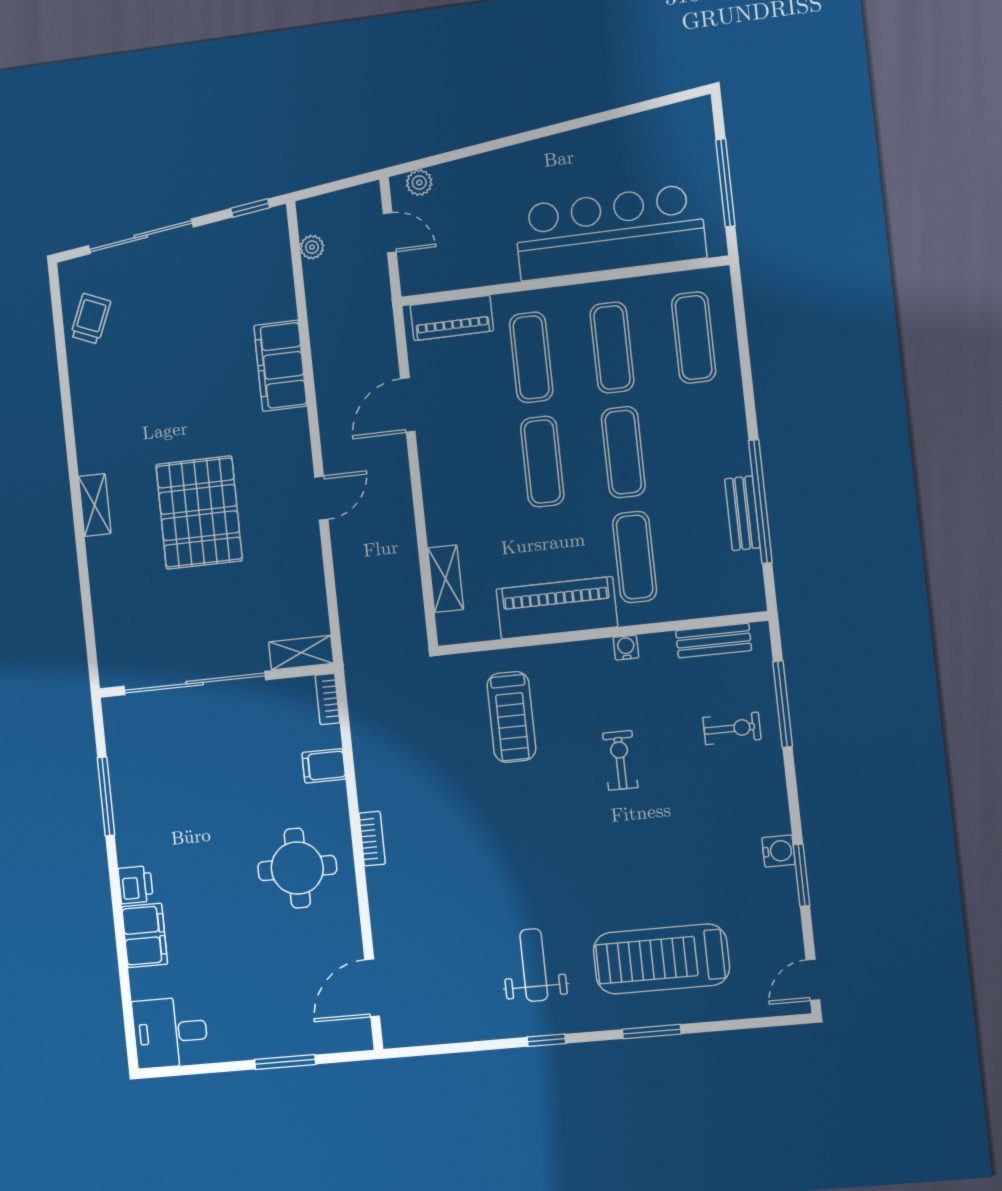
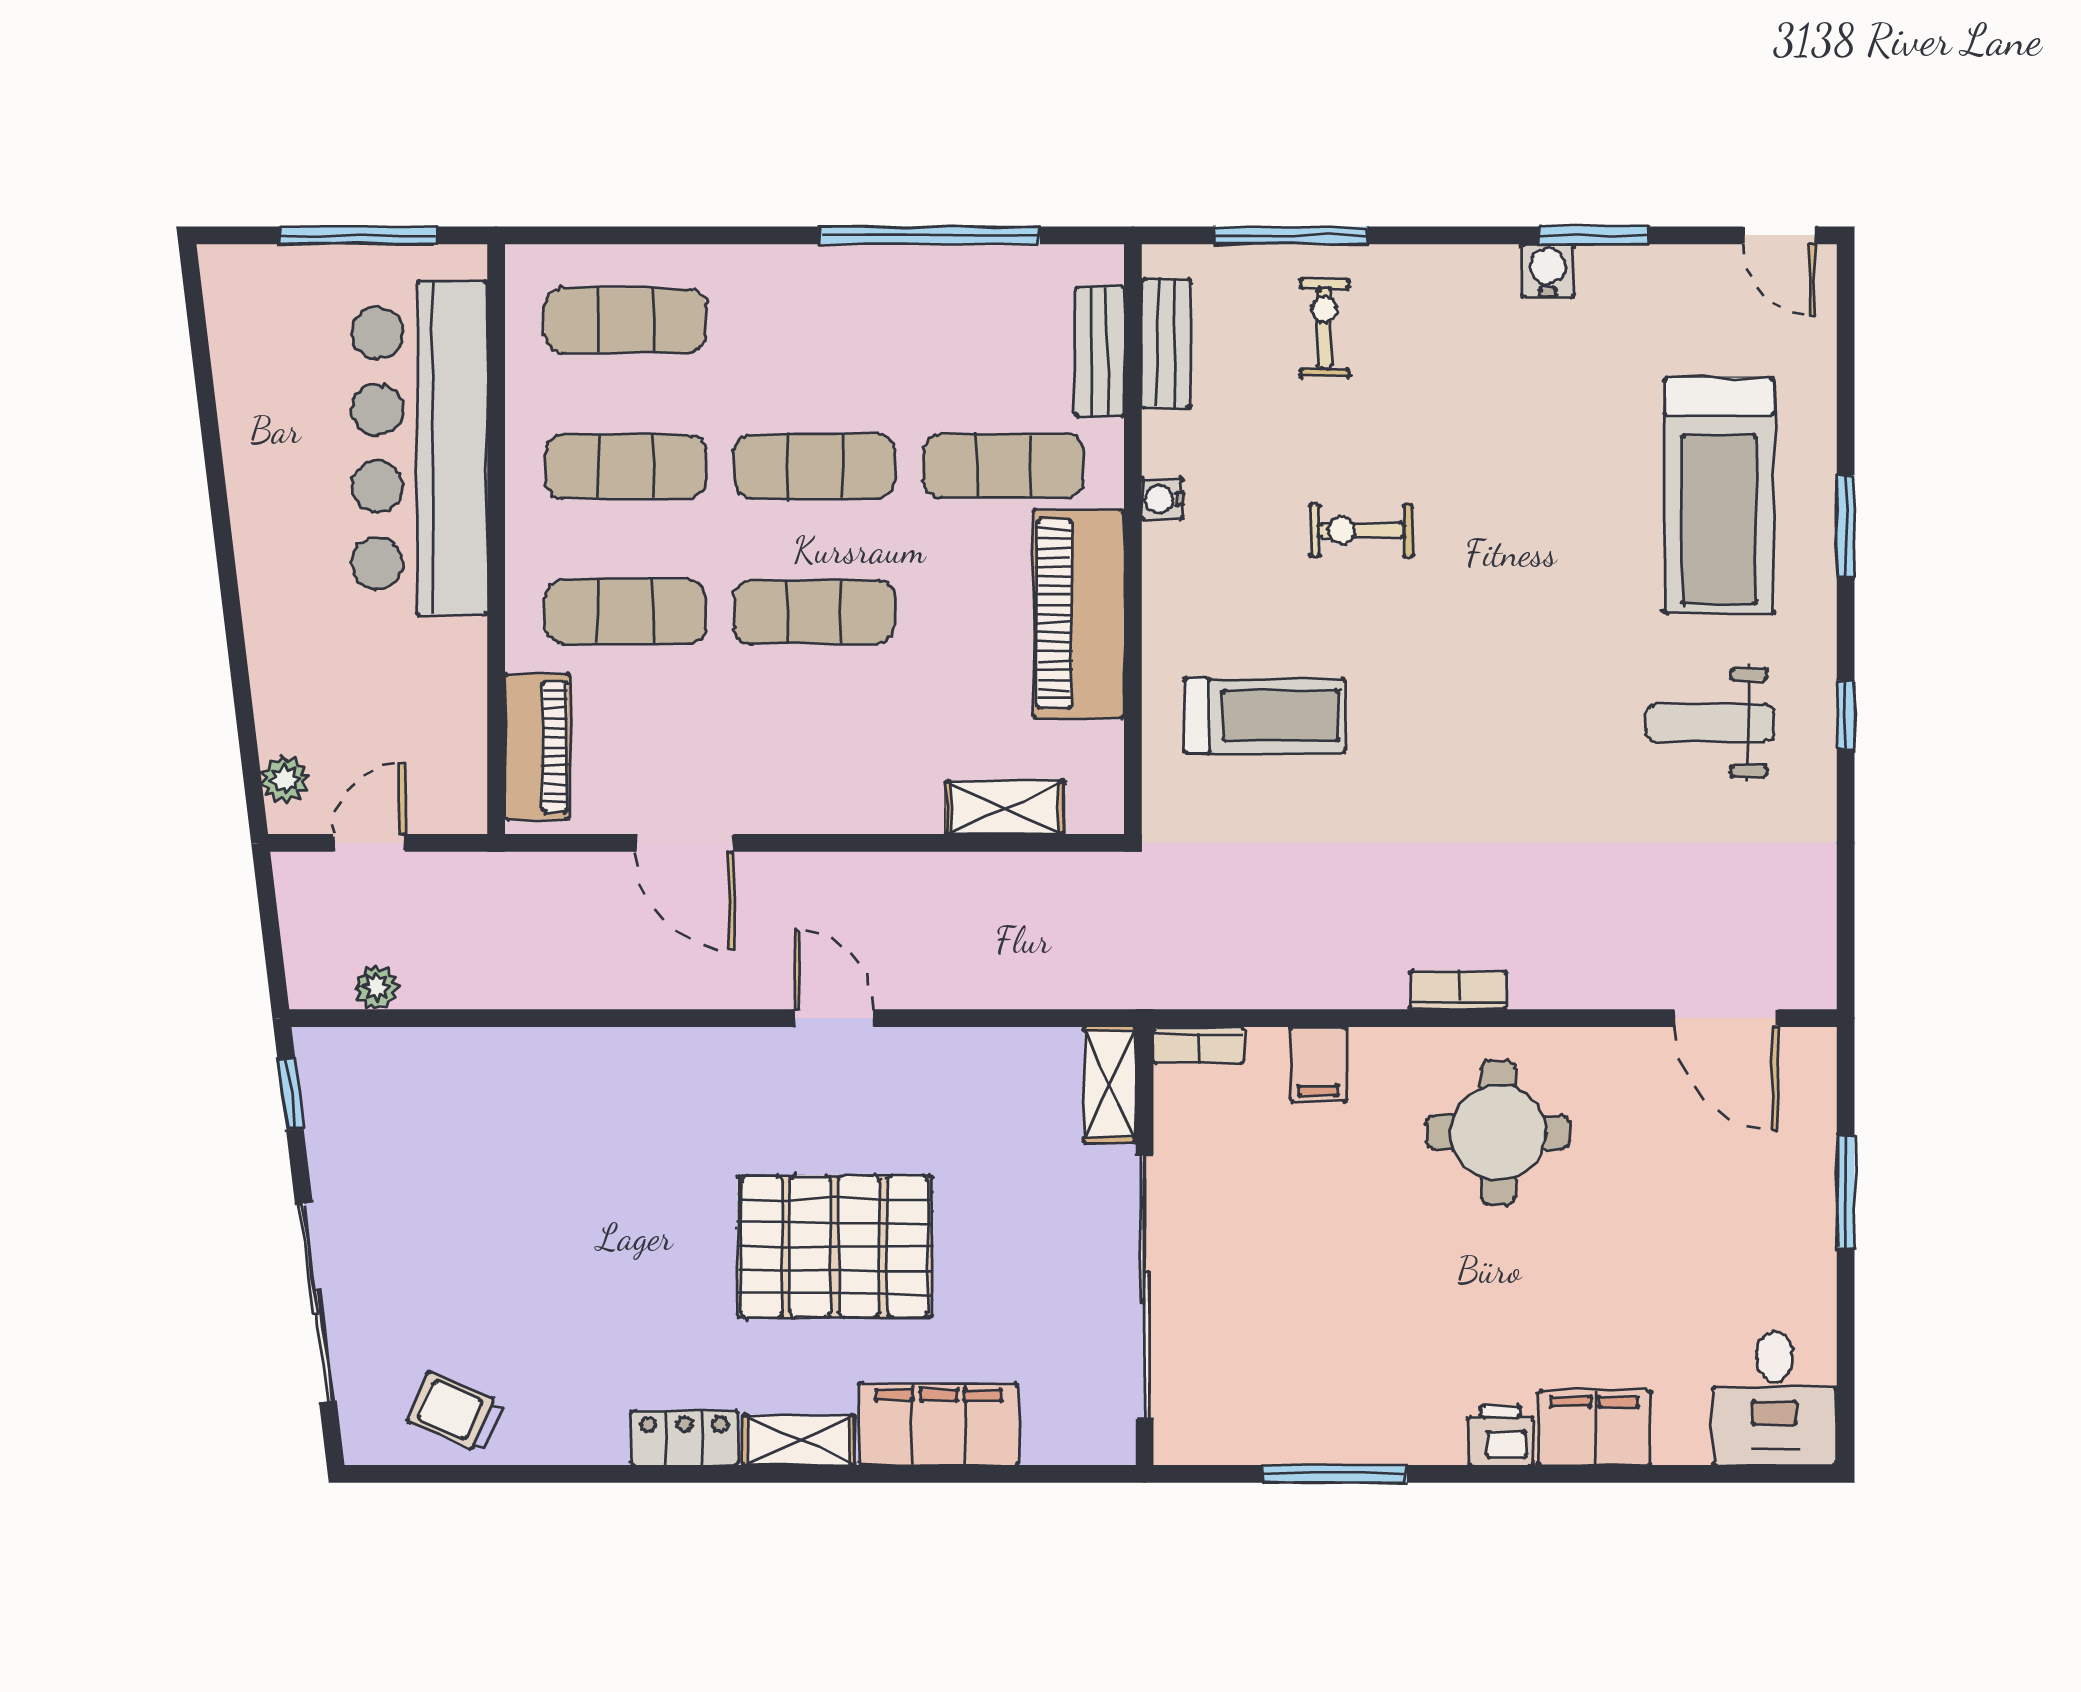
filing cabinet: (280, 366) -> (939, 1424), moved, turned 180
locker: (90, 443) -> (684, 1438), added
bench: (743, 513) -> (1099, 351), moved, turned 90

